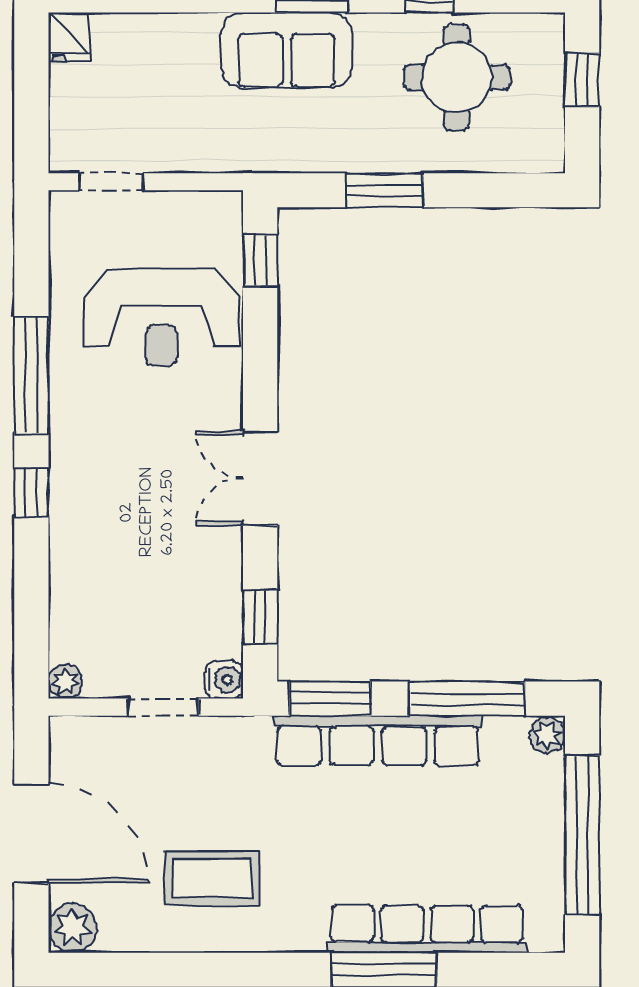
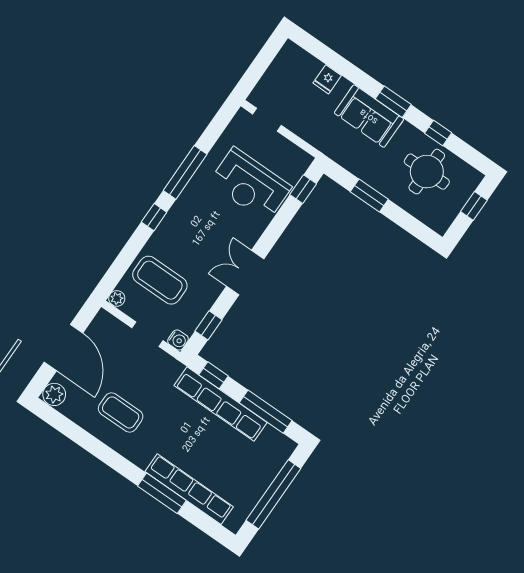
fridge: (69, 37) -> (327, 79), moved
coffee table: (119, 596) -> (160, 280), added
window: (330, 699) -> (213, 375), width x0.67
plant: (547, 735) -> (287, 447), removed

